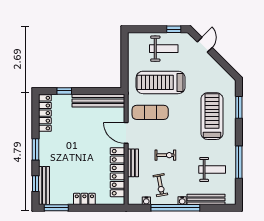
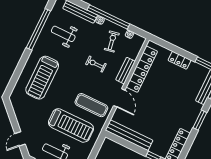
window: (239, 107) -> (17, 74), removed
window: (239, 162) -> (38, 29), width x1.46

